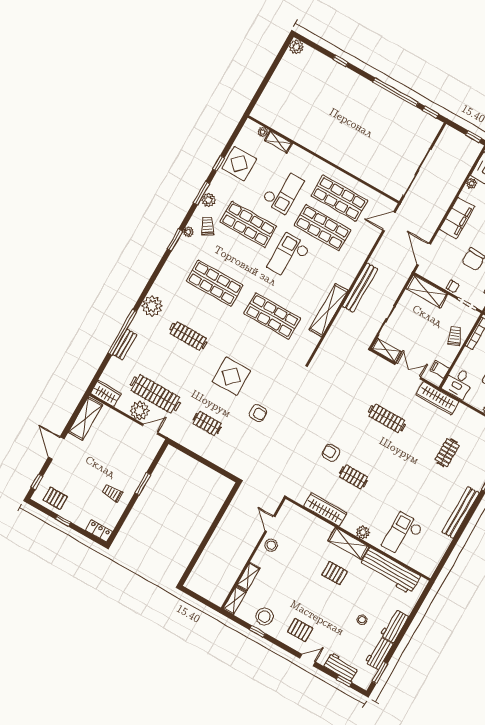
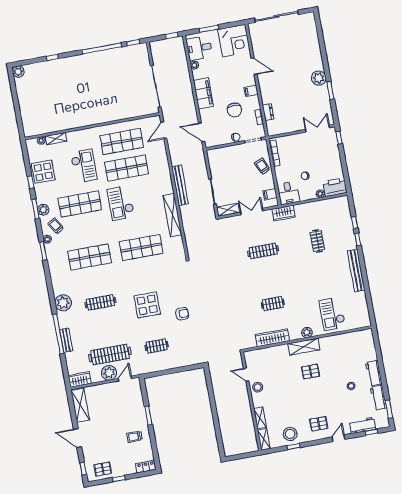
shelving: (427, 291) -> (223, 153), removed
wardrobe: (437, 398) -> (284, 213), width x0.67
armchair: (331, 453) -> (247, 300), removed
workbench: (390, 571) -> (343, 342), removed

